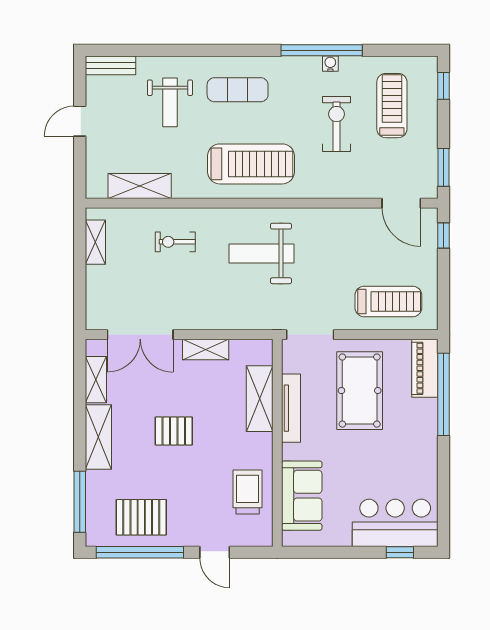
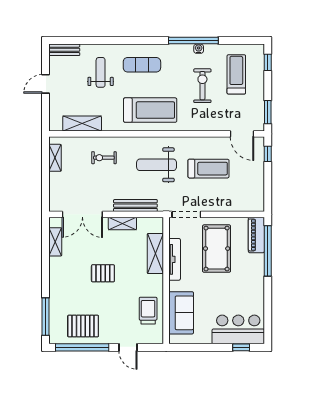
weight bench: (170, 102) -> (101, 72), turned 180
treadmill: (388, 301) -> (208, 169), moved
bench: (227, 320) -> (135, 206), added
shelving: (98, 437) -> (57, 277), removed

